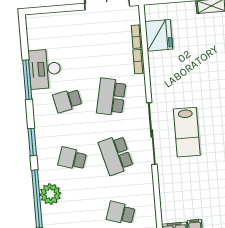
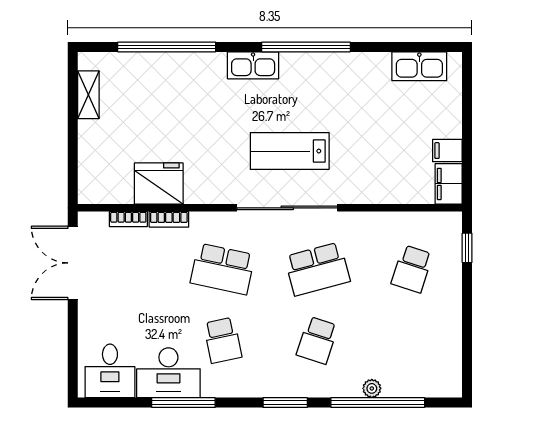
desk: (43, 33) -> (110, 371), added
fridge: (159, 35) -> (159, 184), moved
lab bench: (187, 132) -> (290, 151), turned 180
plant: (50, 194) -> (372, 388), width x0.53, depth x0.53

